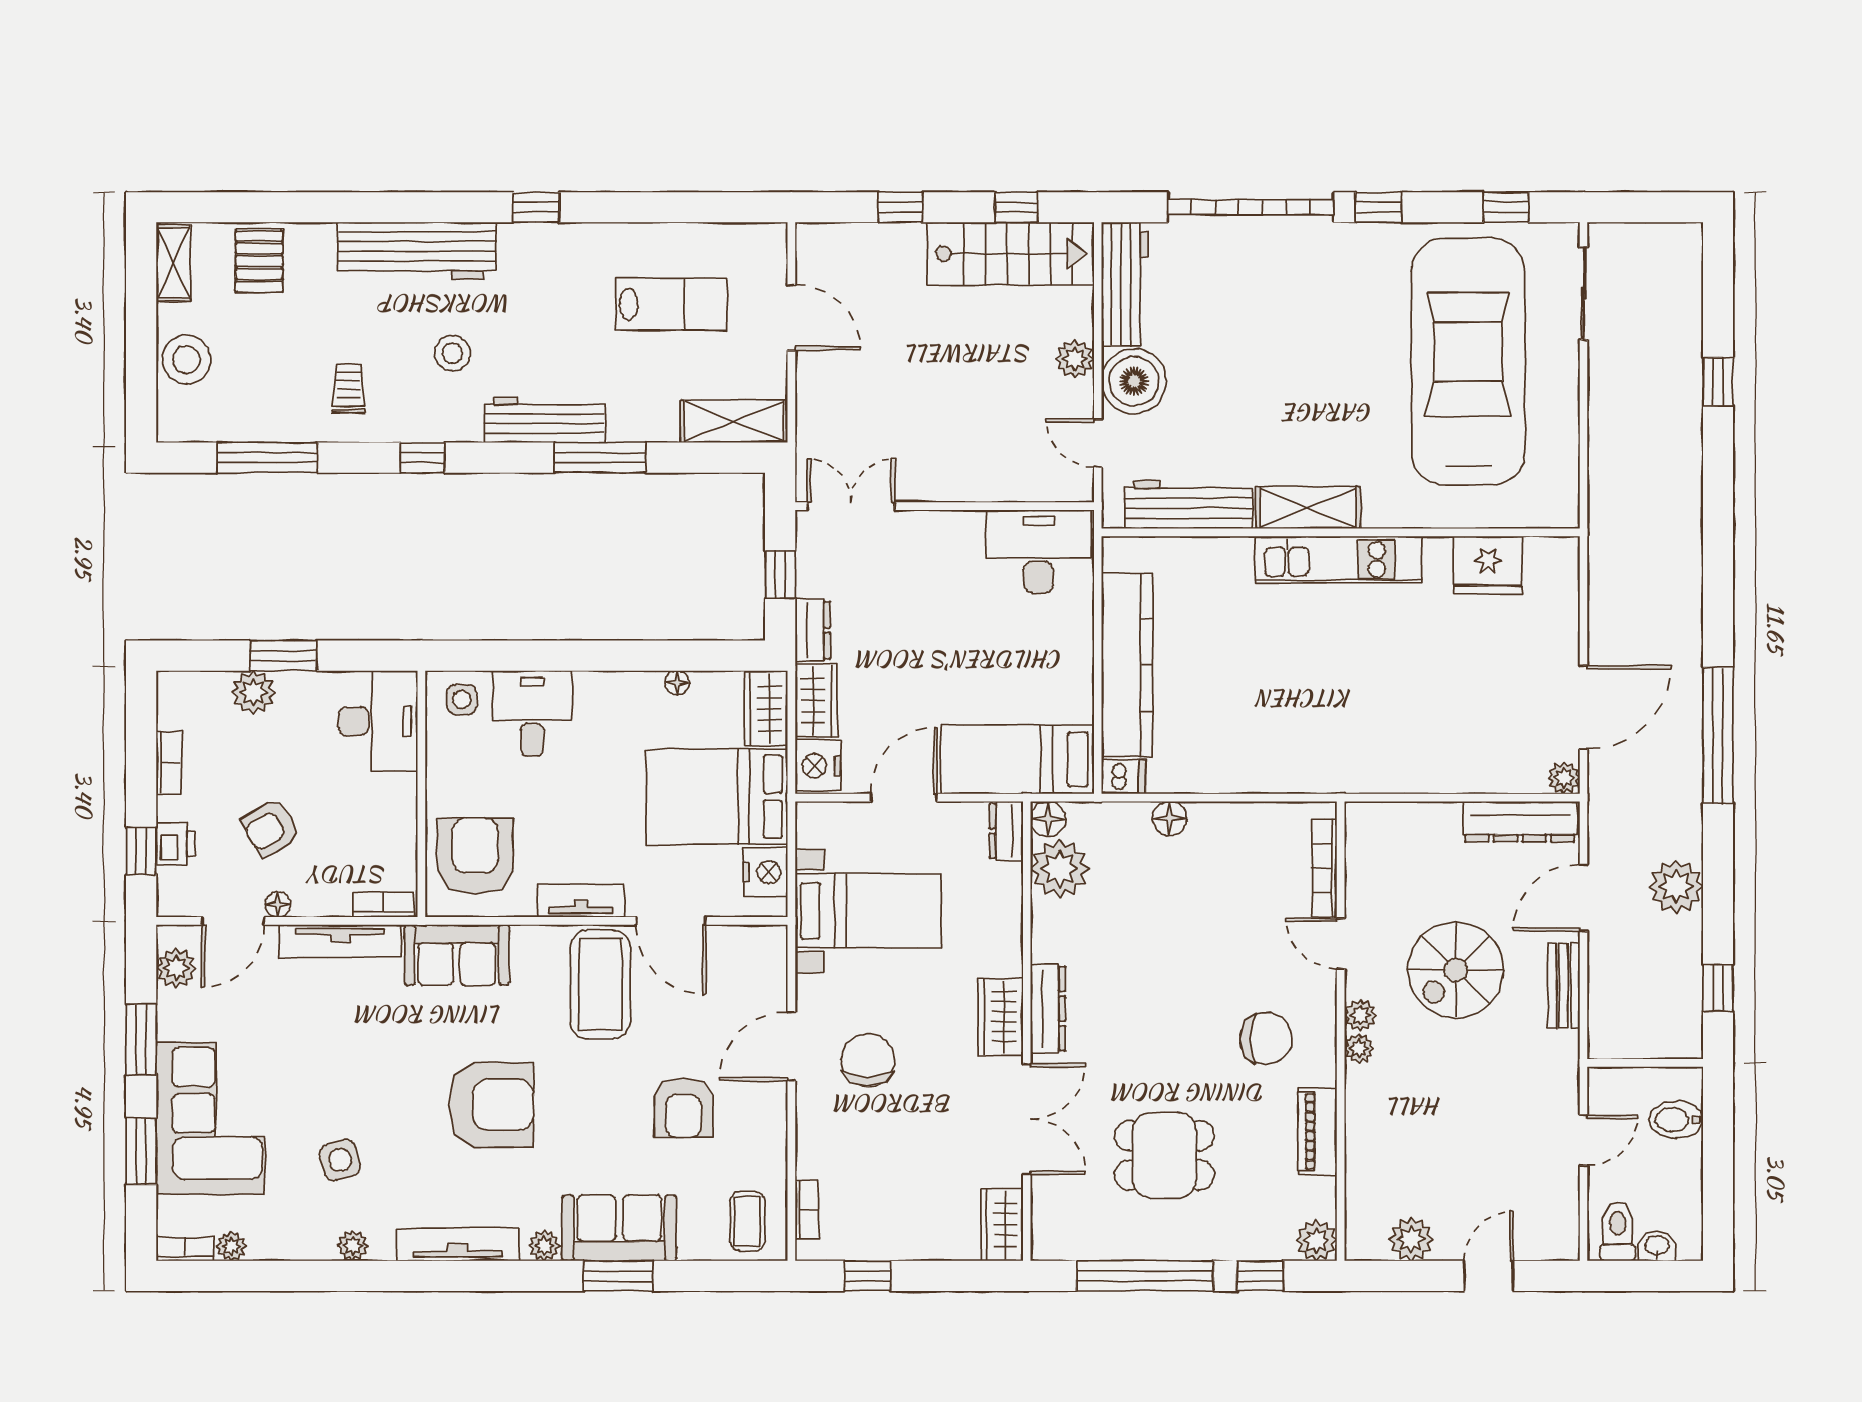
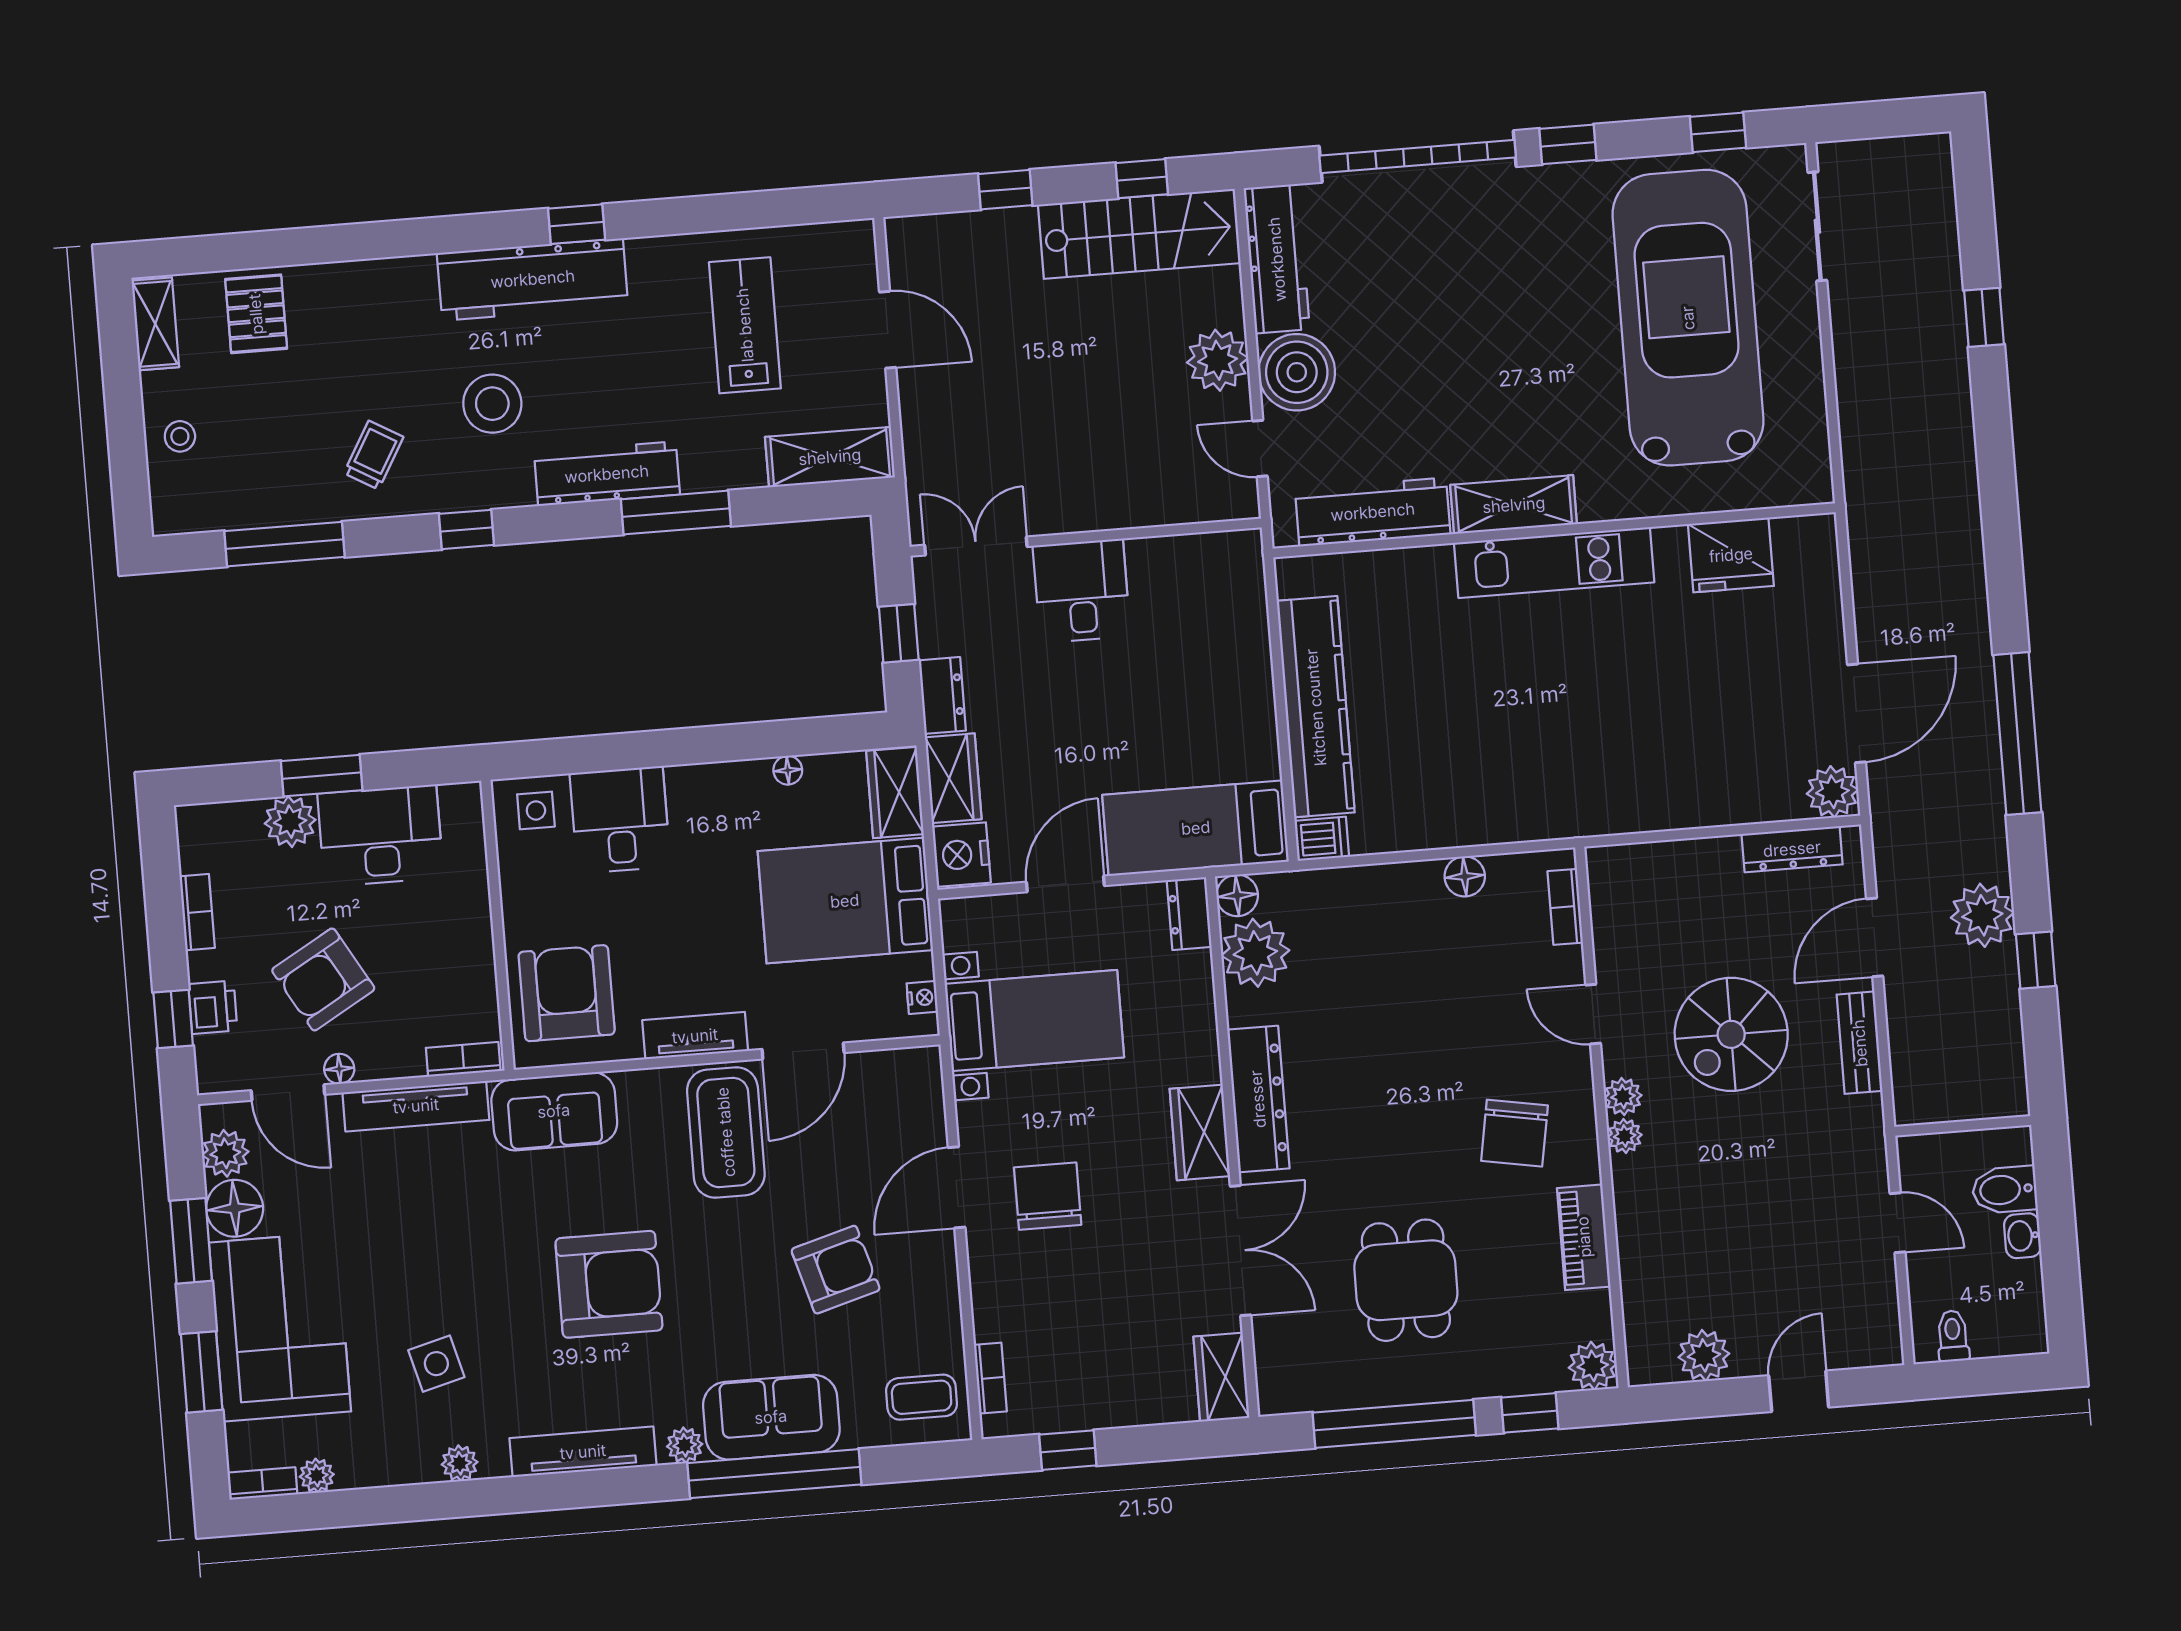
workbench: (417, 251) -> (533, 279), moved
lab bench: (671, 304) -> (745, 325), turned -90
stool: (453, 353) -> (492, 404), width x1.38, depth x1.38
plant: (1075, 359) -> (1218, 360), width x1.36, depth x1.36
stool: (186, 360) -> (180, 436), width x0.53, depth x0.53
trolley: (349, 388) -> (374, 455), turned 30
desk: (1038, 551) -> (1082, 591), moved, width x0.73
desk: (378, 721) -> (380, 836), moved, turned -90
plant: (1564, 778) -> (1832, 792), width x1.38, depth x1.38
floor lamp: (1169, 818) -> (1465, 876), moved
dresser: (1520, 822) -> (1792, 849), width x0.73, depth x0.80
armchair: (271, 828) -> (323, 979), width x1.38, depth x1.38
bookcase: (1324, 869) -> (1565, 907), width x0.64
nightstand: (765, 872) -> (922, 997), width x0.53, depth x0.56
door: (233, 921) -> (288, 1092), hinge flipped
door: (671, 921) -> (803, 1051), hinge flipped
window: (1718, 988) -> (2036, 960), moved
dresser: (1048, 1009) -> (1258, 1099), width x1.37, depth x1.24
floor lamp: (180, 1015) -> (235, 1208), added
chair: (1266, 1039) -> (1514, 1133), turned 100
armchair: (683, 1108) -> (836, 1270), turned -106
door: (1583, 1140) -> (1898, 1223), hinge flipped
dining table: (1164, 1155) -> (1406, 1280), turned 90
coffee table: (747, 1221) -> (922, 1397), turned 90
toilet: (1618, 1231) -> (1953, 1336), width x0.73, depth x0.72
washbasin: (1657, 1246) -> (2022, 1236), moved, turned -90
window: (618, 1276) -> (774, 1474), width x2.11

